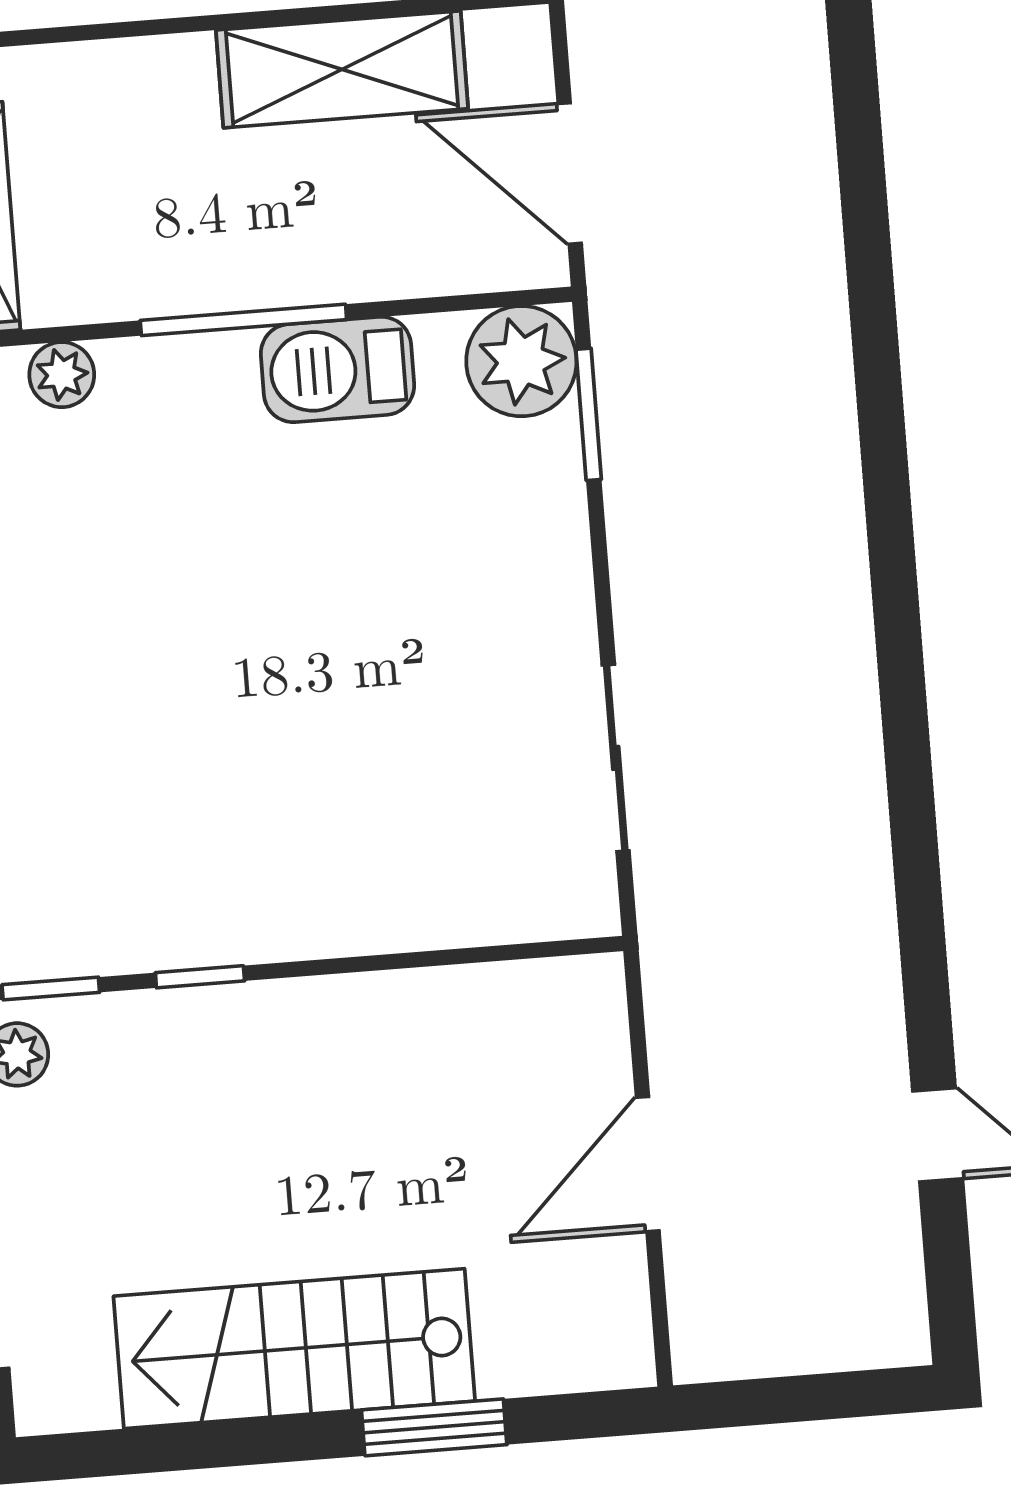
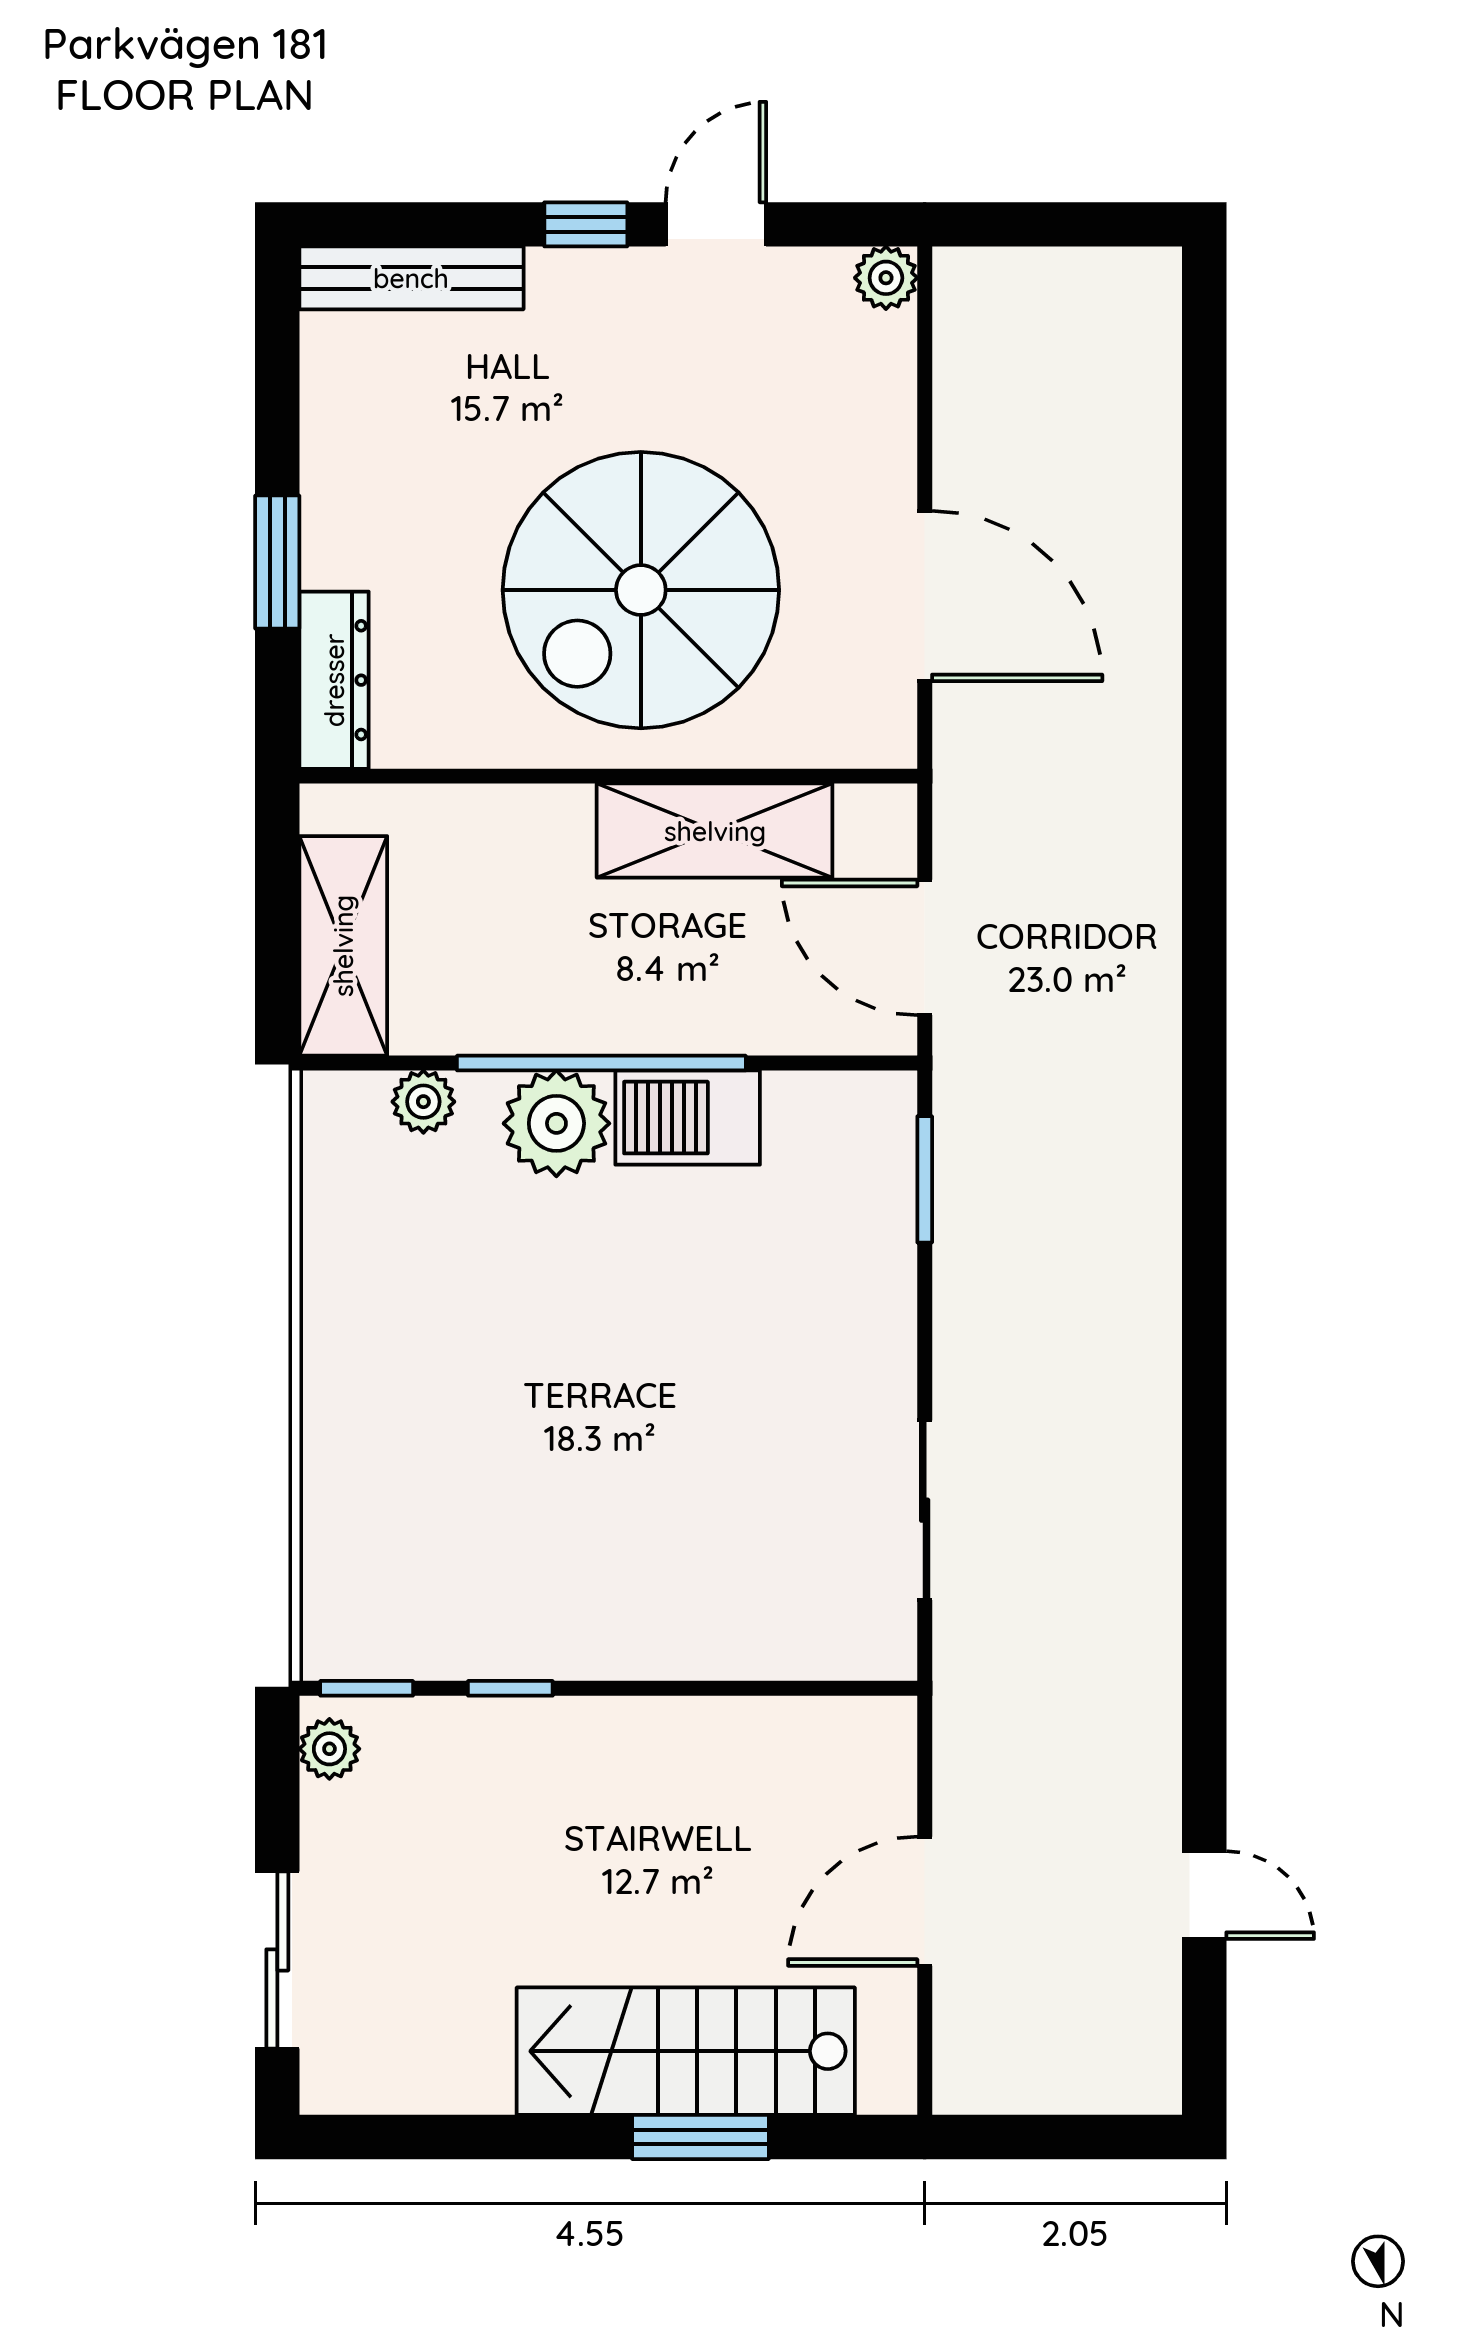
window: (243, 320) -> (601, 1063), width x1.46
plant: (521, 361) -> (556, 1123), moved
stairs: (294, 1349) -> (686, 2051), moved

